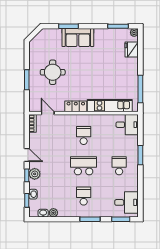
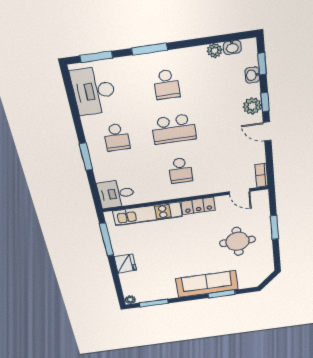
sofa: (78, 38) -> (207, 284), width x1.36
fridge: (132, 49) -> (125, 264), moved
desk: (127, 202) -> (94, 91), width x1.37

